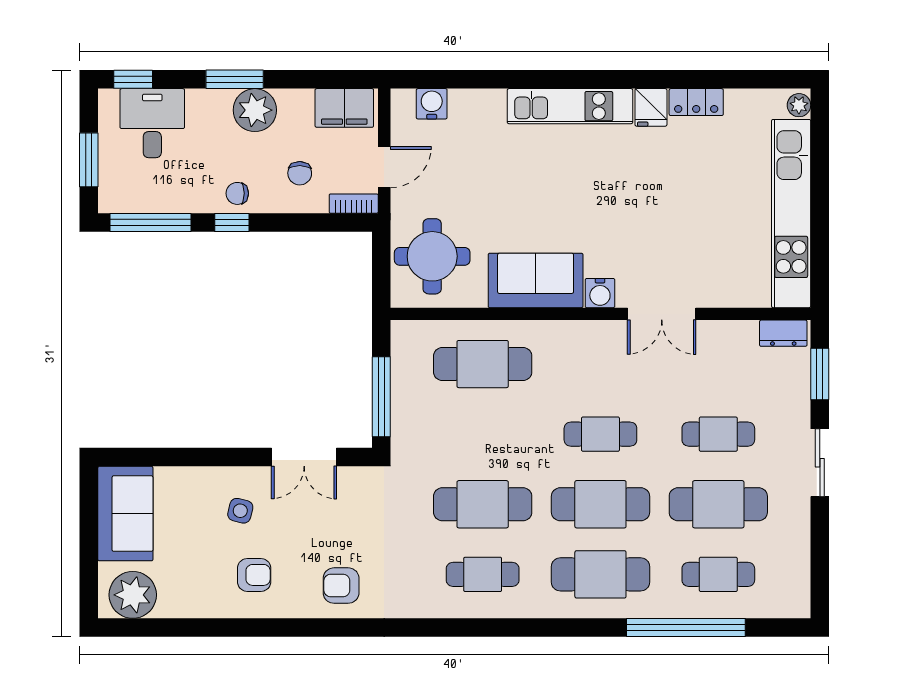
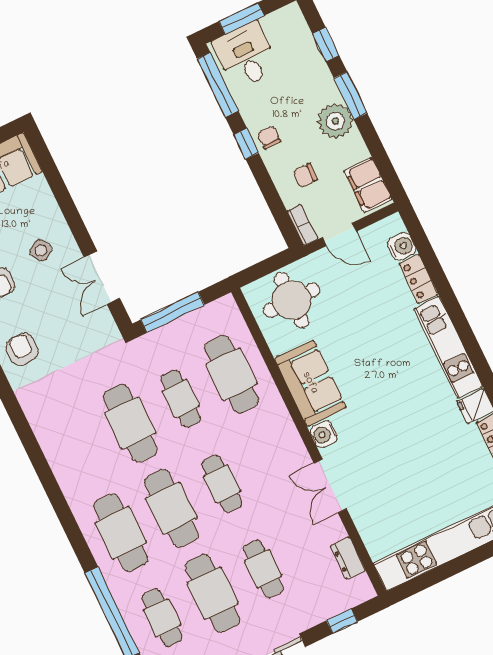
window: (133, 79) -> (326, 45), moved
locker: (477, 103) -> (418, 279), added
desk: (152, 123) -> (246, 55), moved, turned -90
dresser: (783, 333) -> (348, 558), moved
window: (820, 374) -> (342, 621), width x0.67
side table: (240, 511) -> (41, 250), turned 45
cafe table: (483, 574) -> (181, 399), moved

